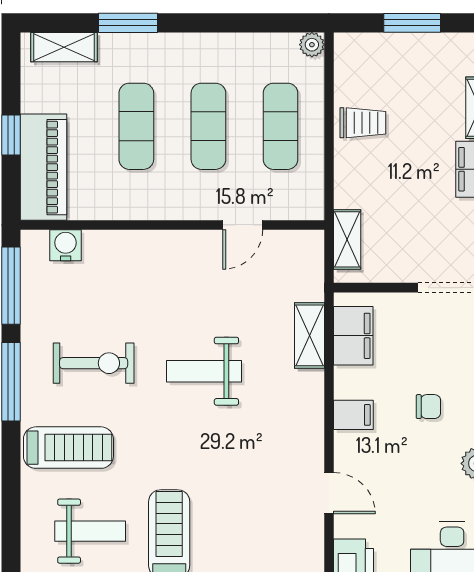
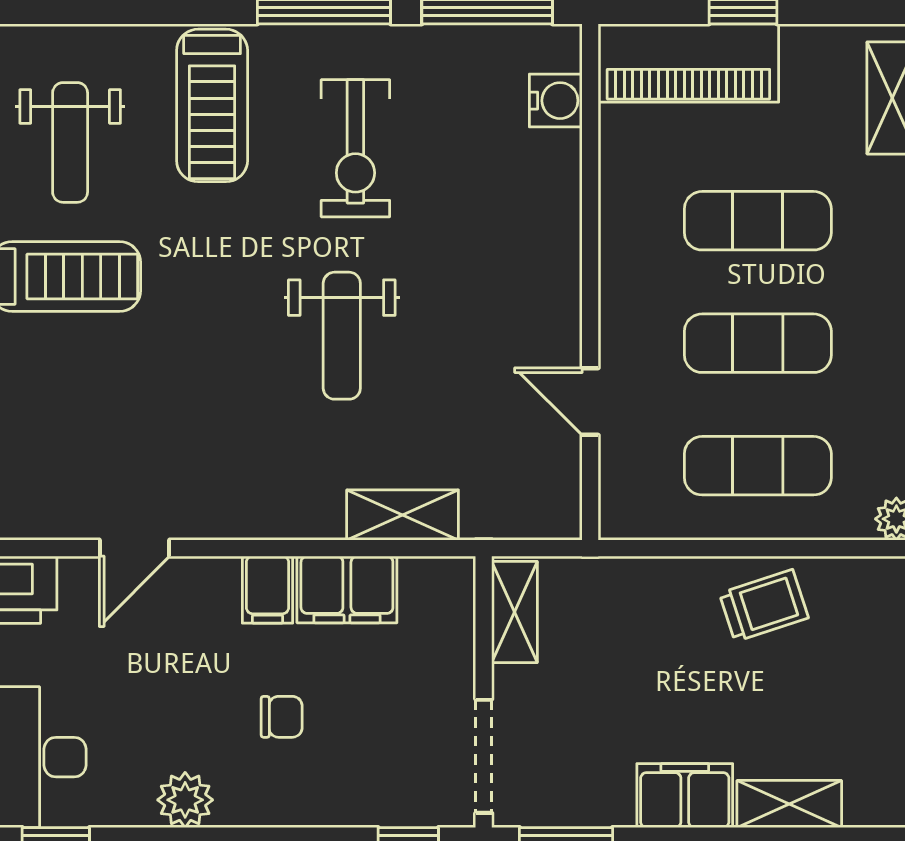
trolley: (363, 123) -> (764, 606), turned -108
shelving: (347, 239) -> (515, 612), moved, turned 90
filing cabinet: (353, 336) -> (347, 589), moved
weight bench: (204, 371) -> (342, 336), turned 180
chair: (428, 407) -> (282, 717), turned -90

